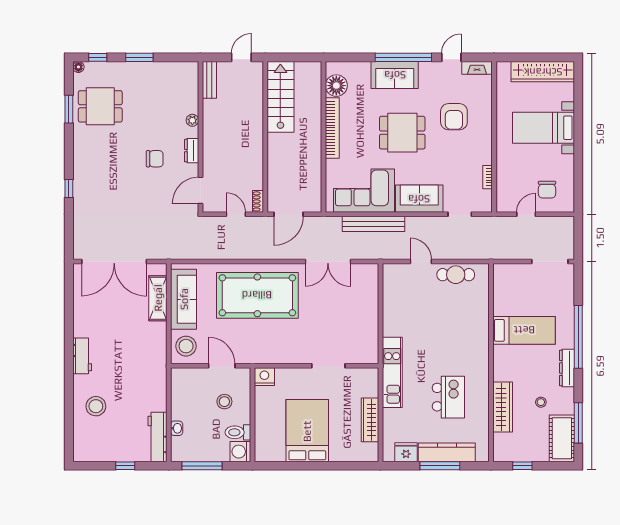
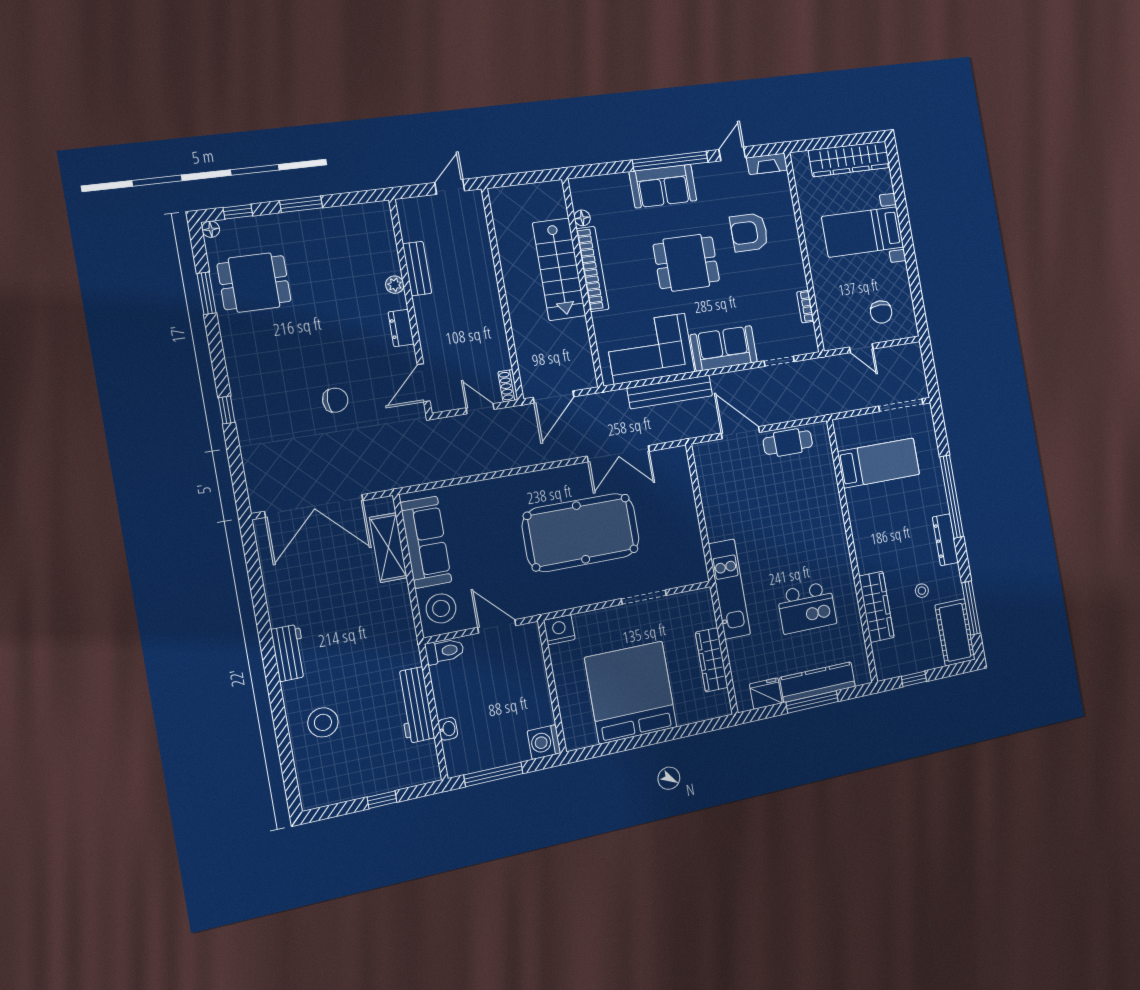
bench: (209, 80) -> (417, 269), moved
floor lamp: (336, 86) -> (582, 218), width x0.53, depth x0.53
stairs: (280, 97) -> (559, 269), moved, turned 180
armchair: (454, 117) -> (749, 232), turned 90
chair: (155, 159) -> (335, 400), moved
door: (526, 214) -> (861, 348), swing flipped
door: (421, 262) -> (740, 433), width x1.38
pool table: (257, 295) -> (581, 532), moved
bed: (524, 330) -> (879, 463), moved
kitchen island: (448, 397) -> (807, 608), turned 90
stool: (224, 402) -> (509, 676), removed
bed: (307, 431) -> (631, 692), width x1.36
toilet: (238, 432) -> (445, 651), moved, turned 180
workbench: (158, 437) -> (415, 705), moved

